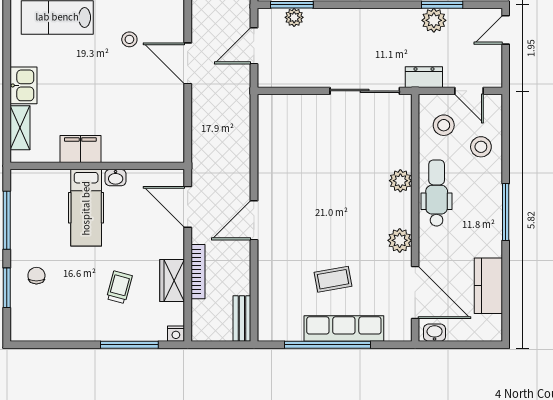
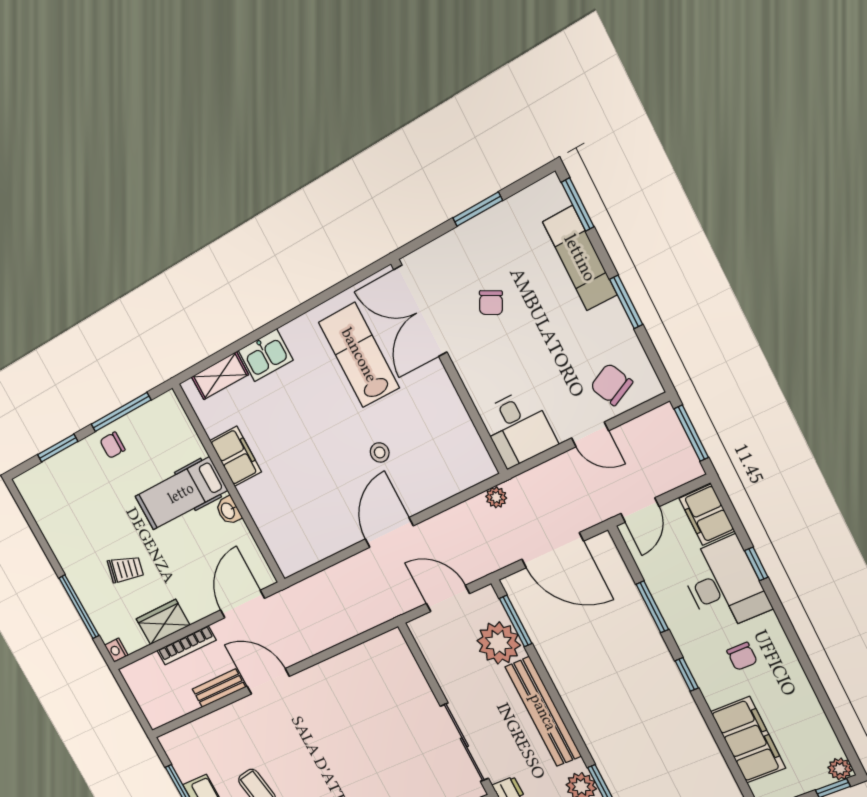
plant: (294, 17) -> (499, 643), width x1.87, depth x1.87
bench: (366, 19) -> (543, 712), added
chair: (36, 276) -> (112, 445), moved, turned 180
bench: (242, 319) -> (219, 688), moved

